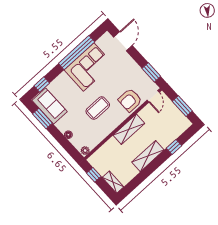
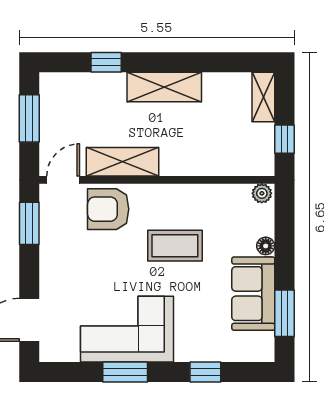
window: (77, 53) -> (125, 372), width x0.47
window: (42, 84) -> (205, 372), moved
armchair: (130, 100) -> (108, 209), turned 180
sofa: (50, 106) -> (253, 294), moved
shelving: (129, 129) -> (122, 162), moved

